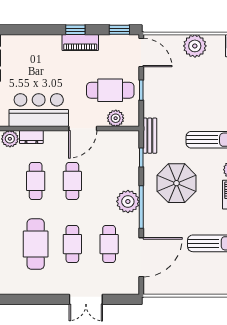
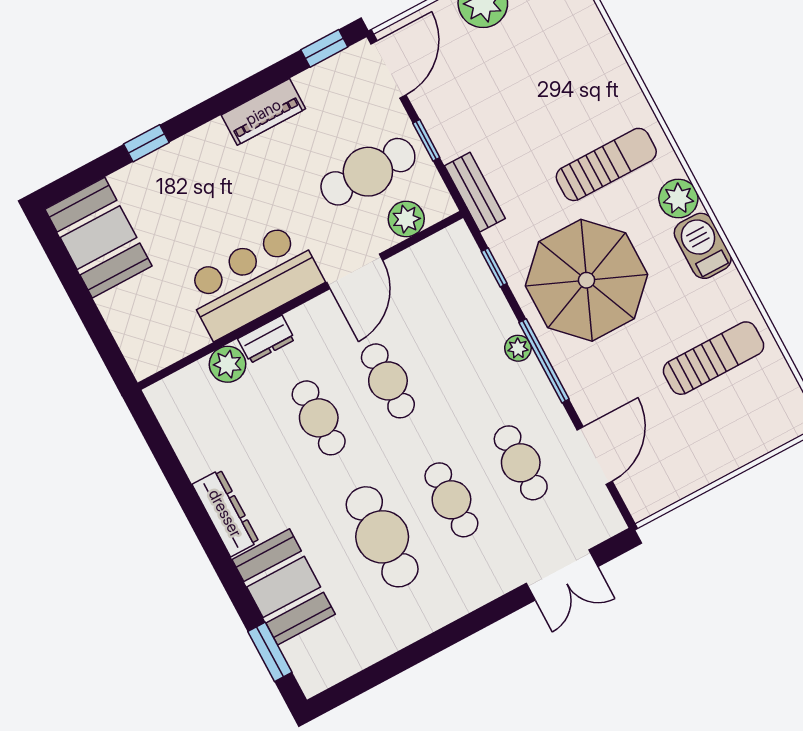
window: (75, 30) -> (146, 143), moved
door: (141, 53) -> (388, 69), hinge flipped
bench: (150, 136) -> (475, 192), moved
parasol: (177, 183) -> (587, 280), width x1.36, depth x1.36
plant: (128, 201) -> (518, 348), width x0.53, depth x0.53
door: (141, 257) -> (595, 455), width x0.73
double door: (86, 299) -> (562, 575), moved

